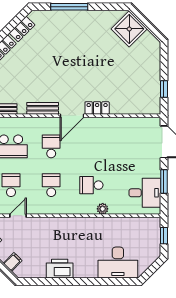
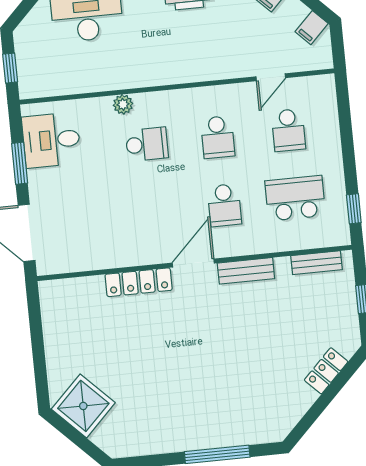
locker: (22, 29) -> (296, 407), removed
shower: (129, 29) -> (83, 406), moved
window: (164, 89) -> (36, 326), removed
locker: (97, 108) -> (139, 282), width x1.53

